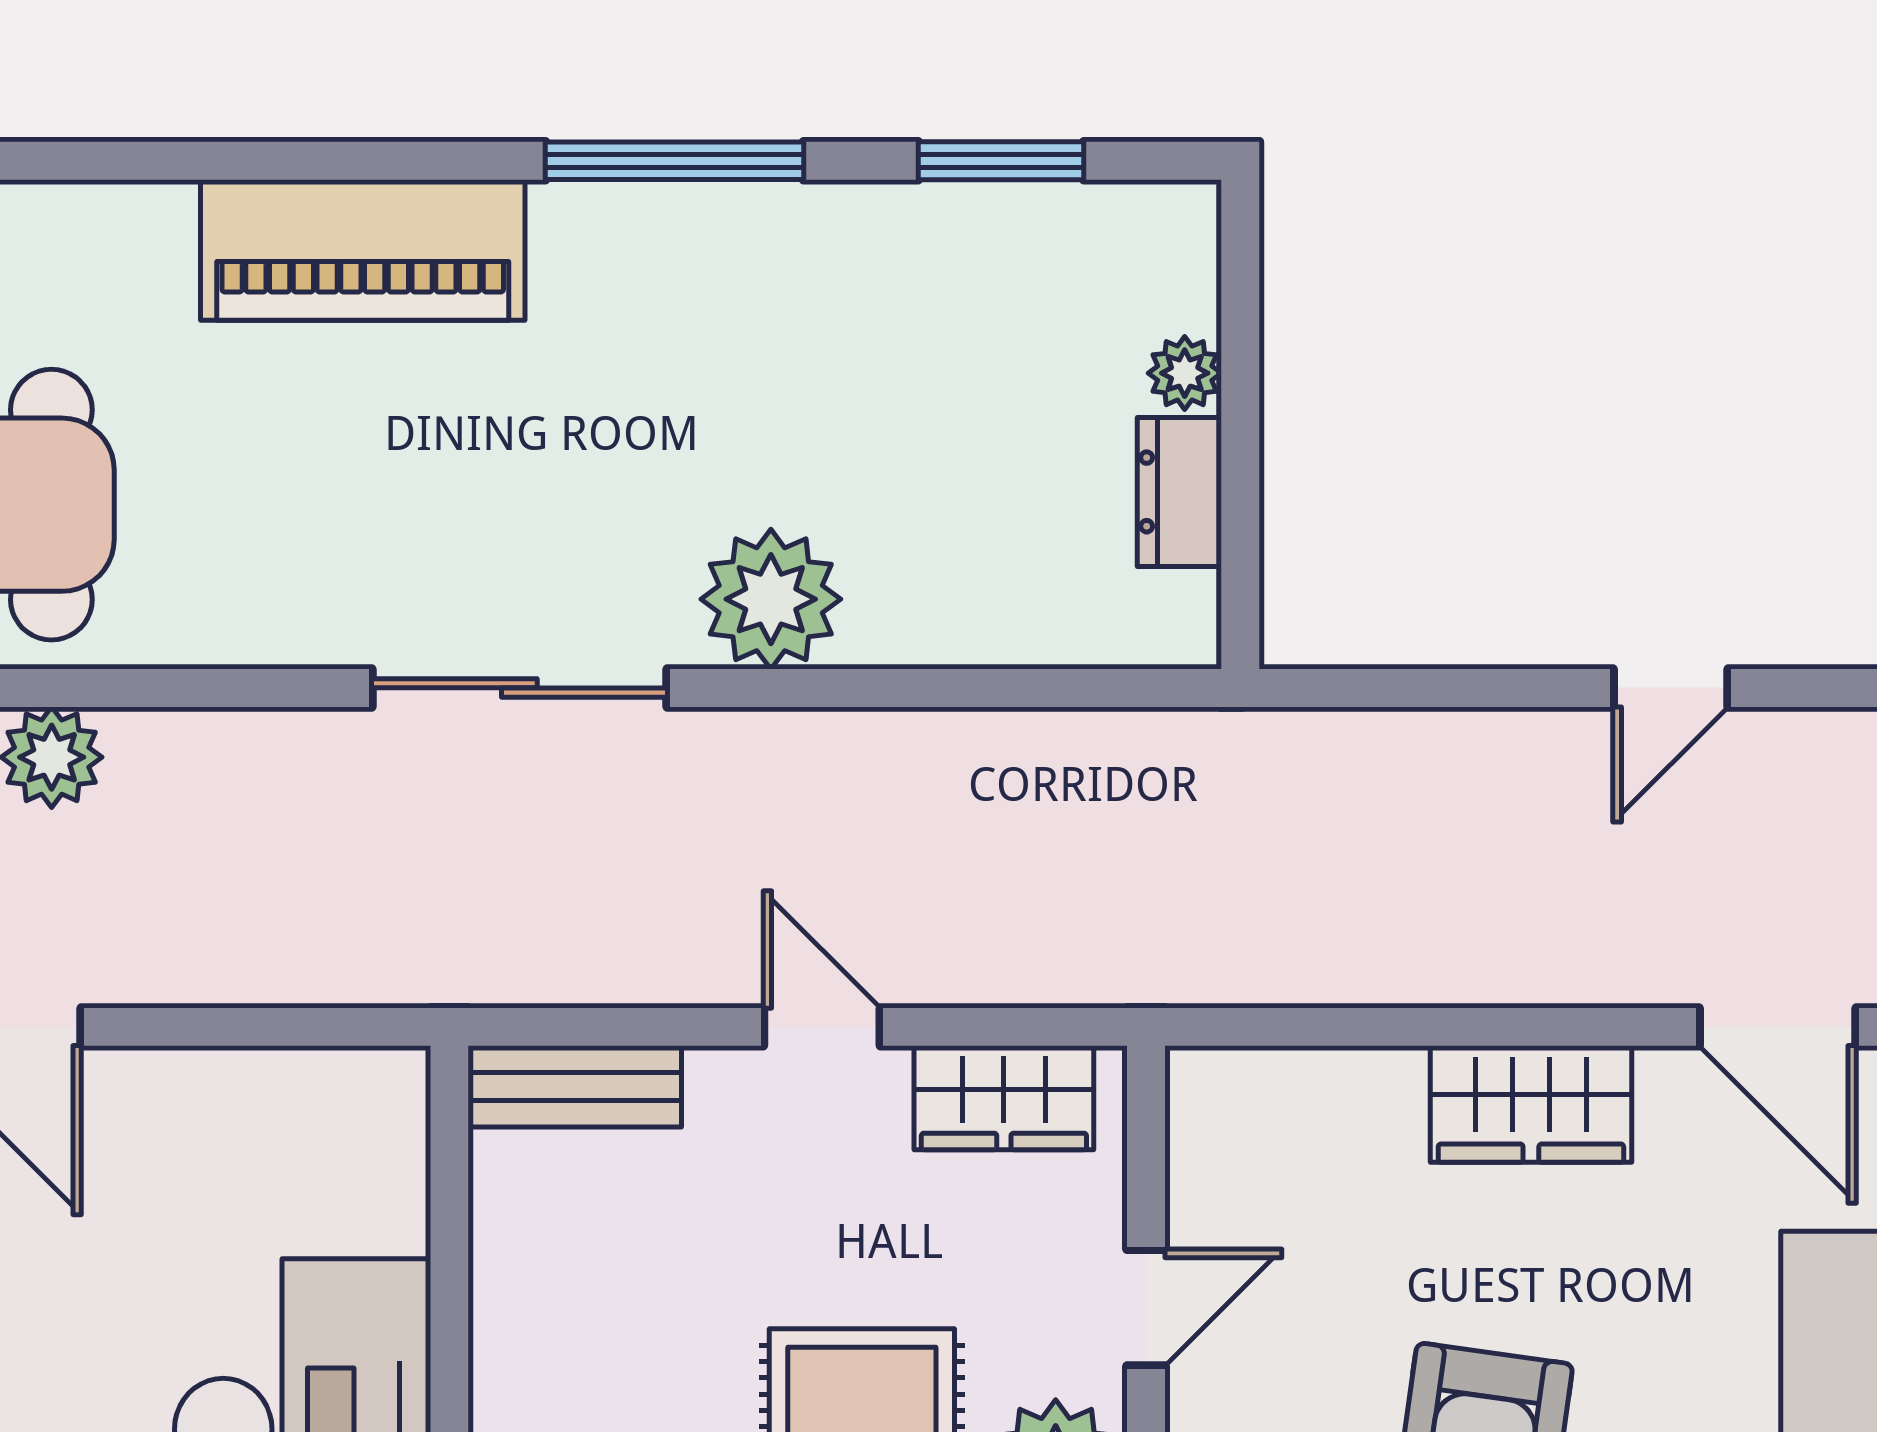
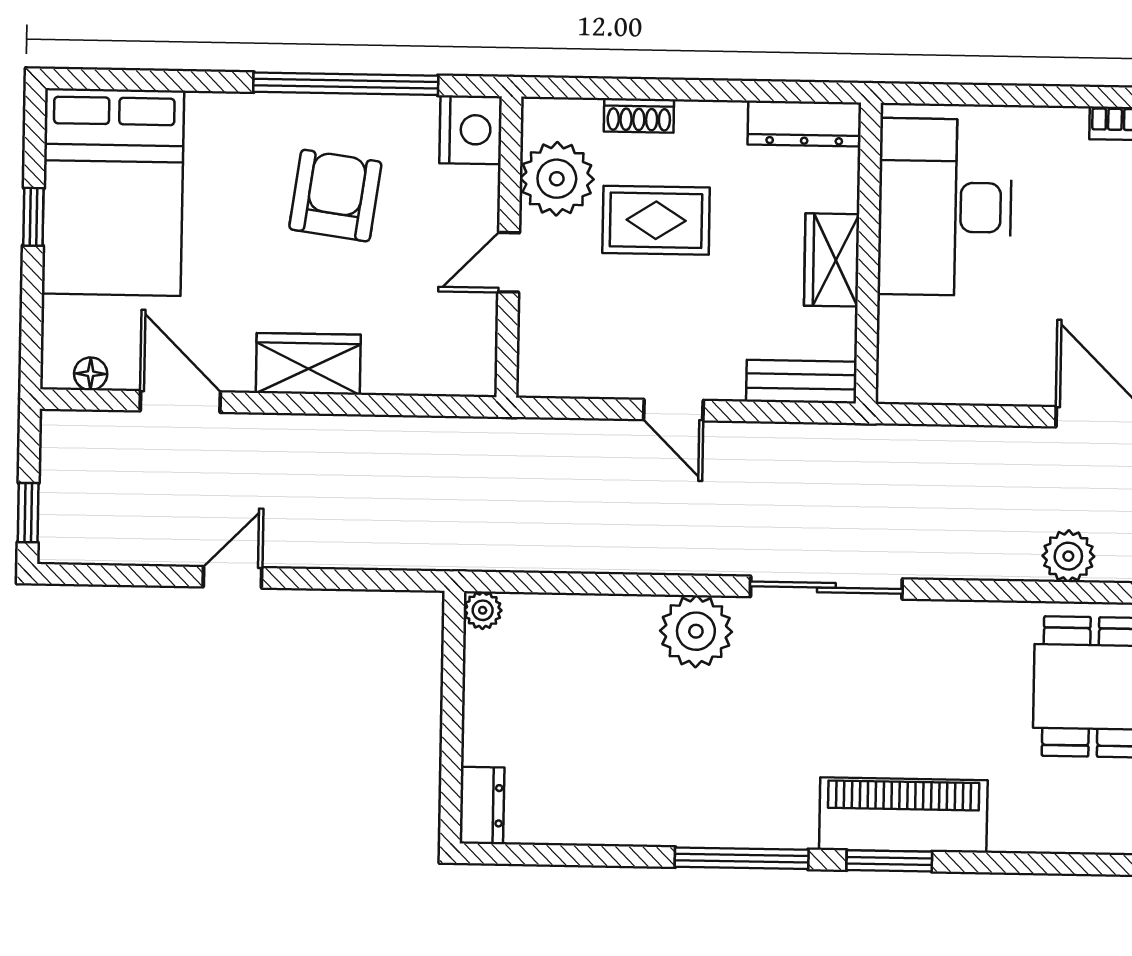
window: (1001, 161) -> (889, 861), moved
plant: (1185, 373) -> (483, 610), moved
dresser: (1179, 492) -> (482, 805), moved
wardrobe: (1004, 1098) -> (832, 260), moved, turned -90

